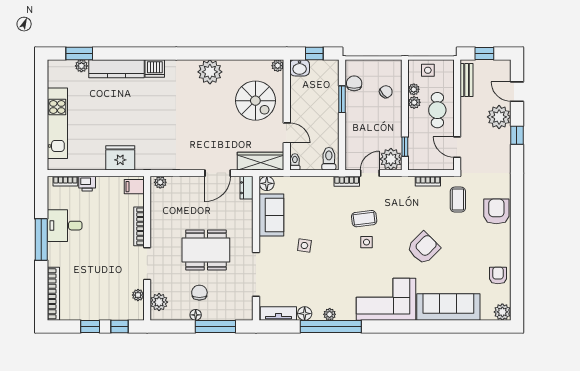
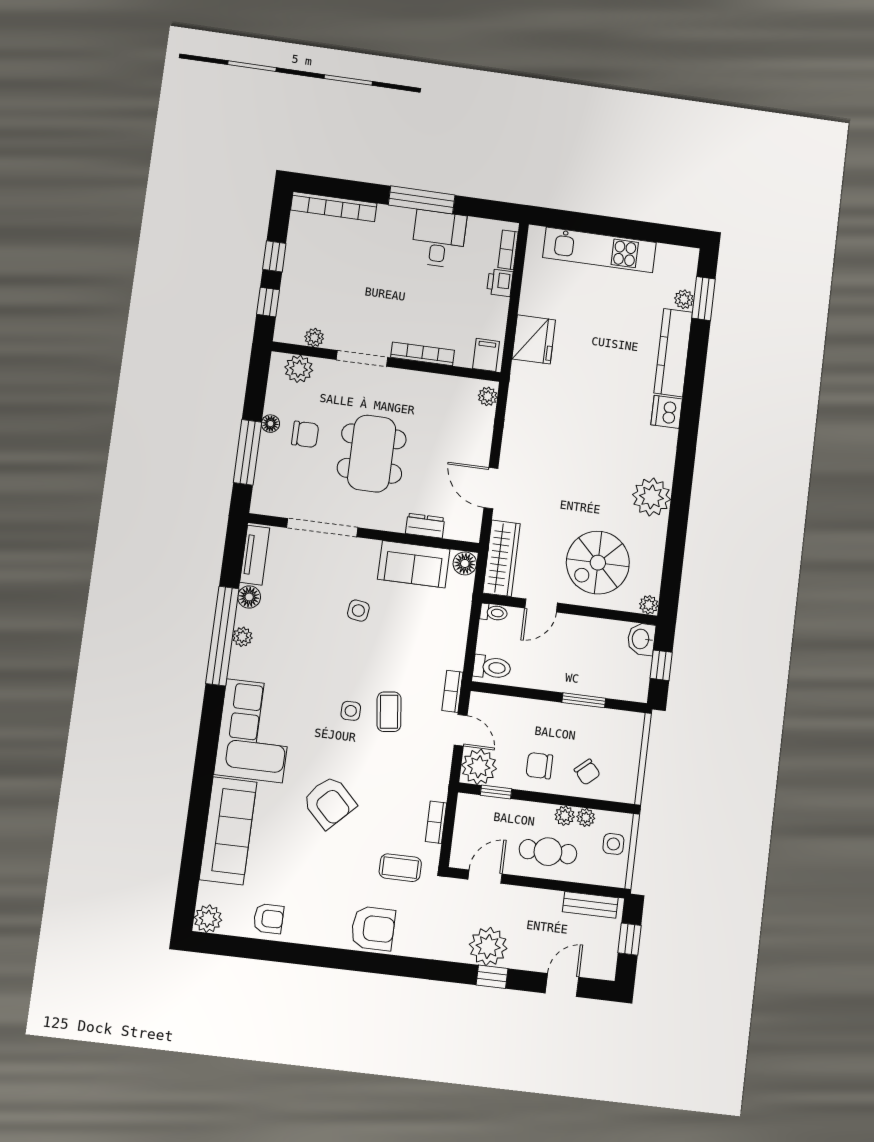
chair: (354, 83) -> (539, 766), moved, turned 180
plant: (499, 117) -> (488, 946), moved
dresser: (246, 188) -> (425, 526), moved

